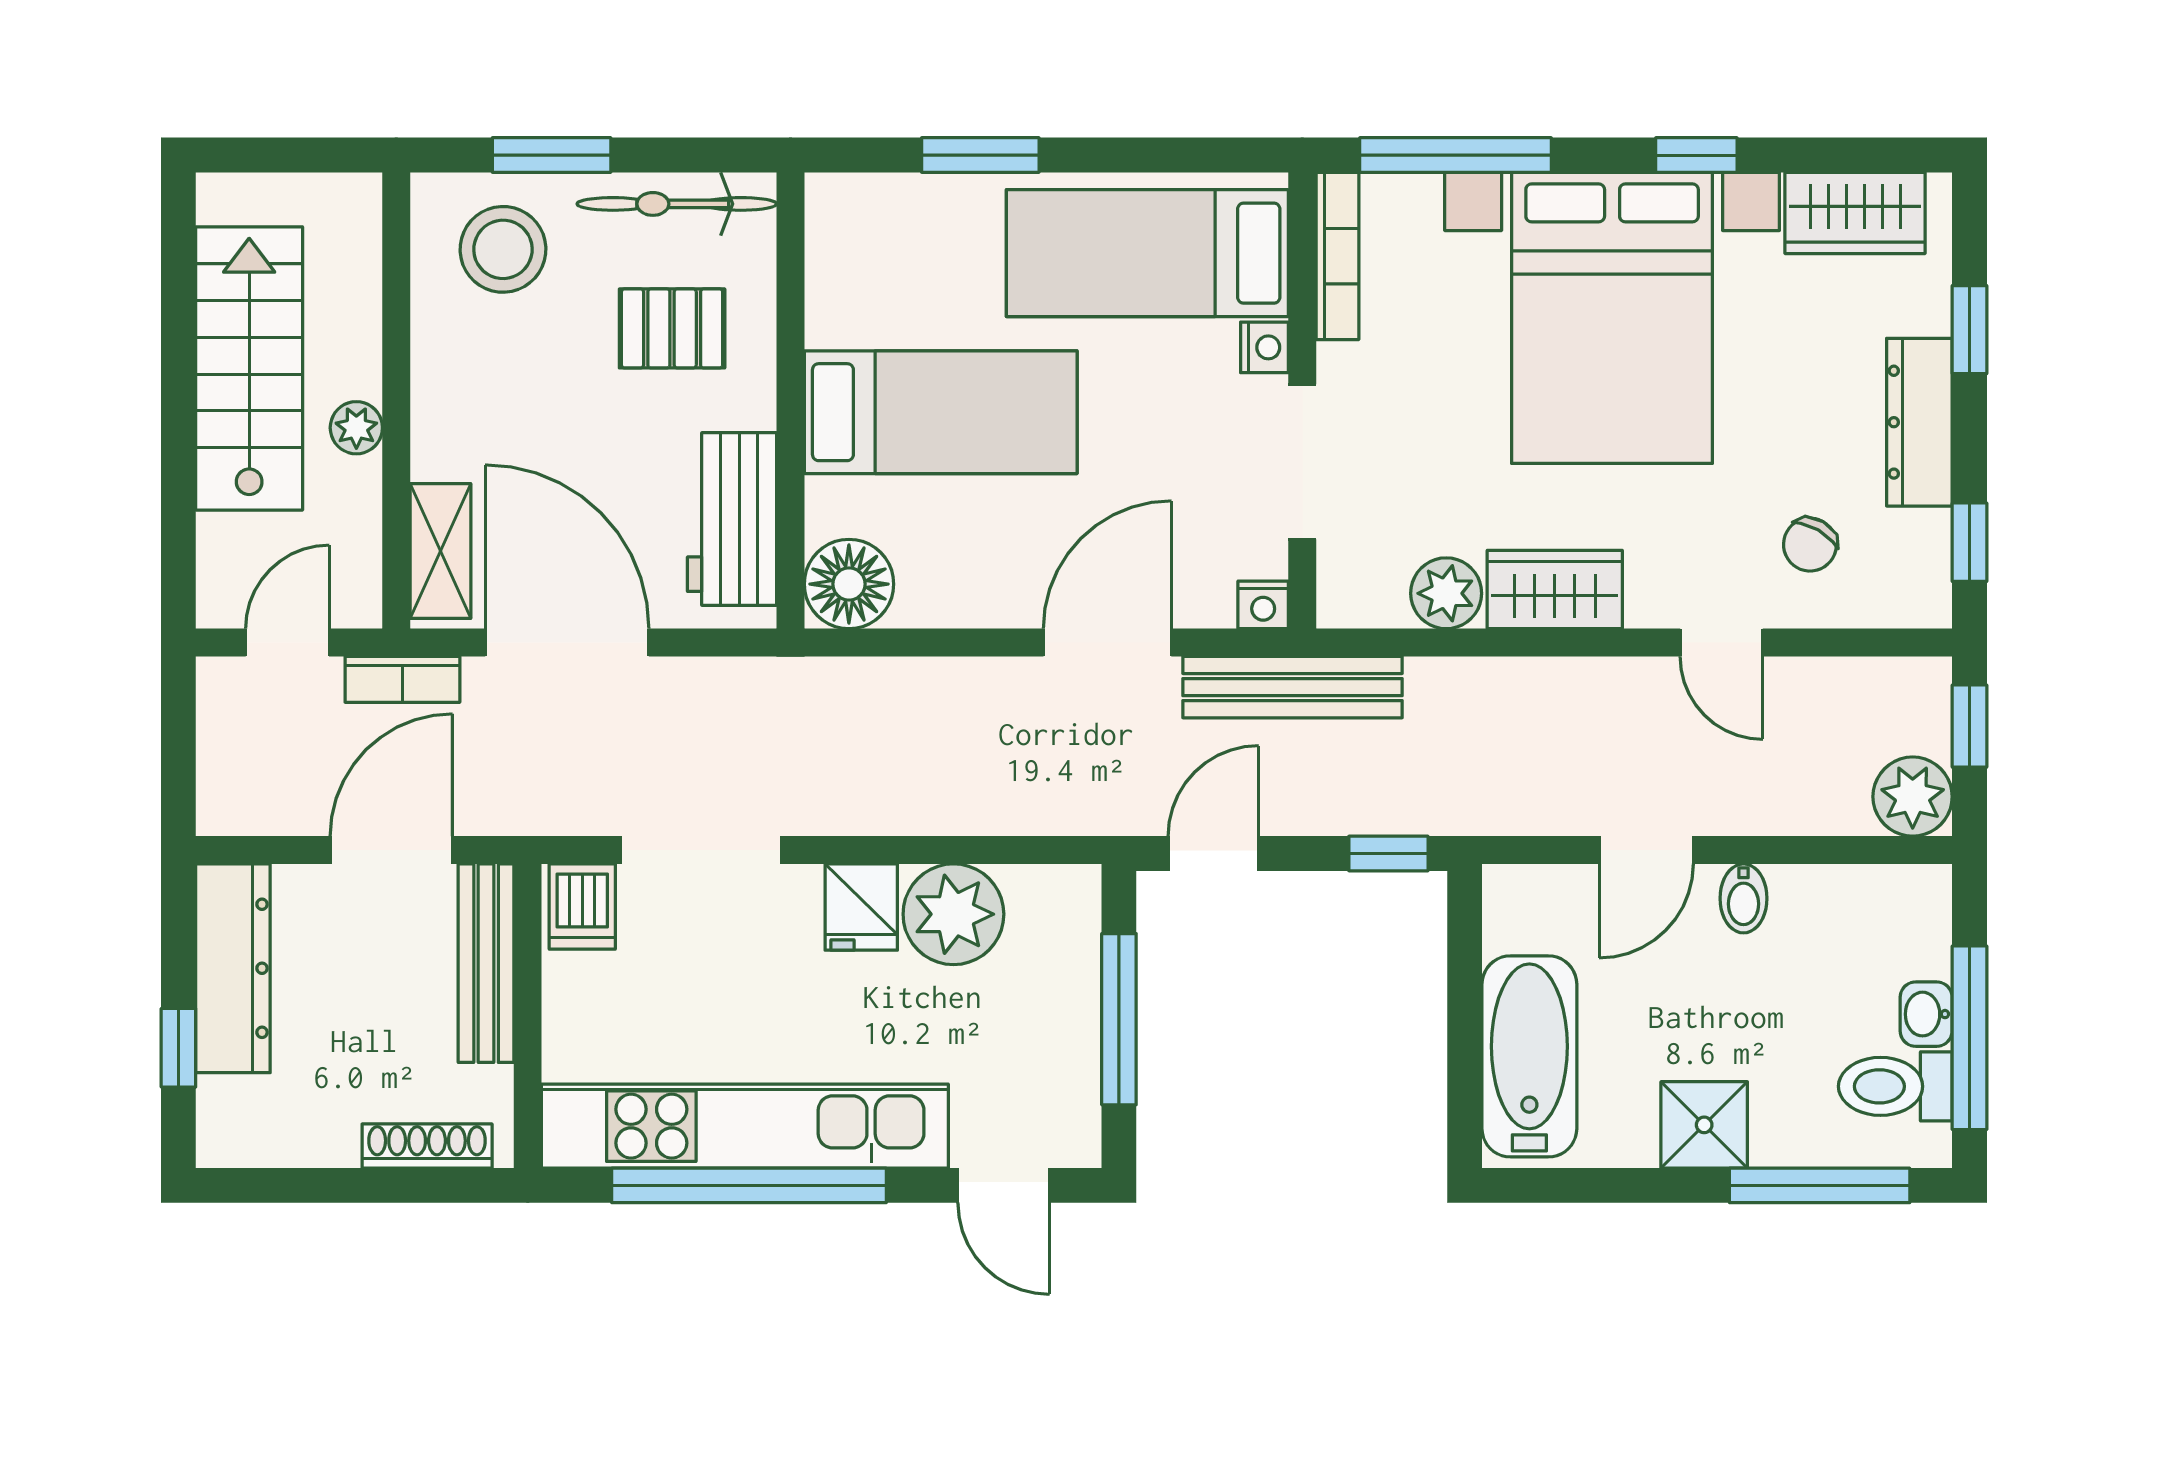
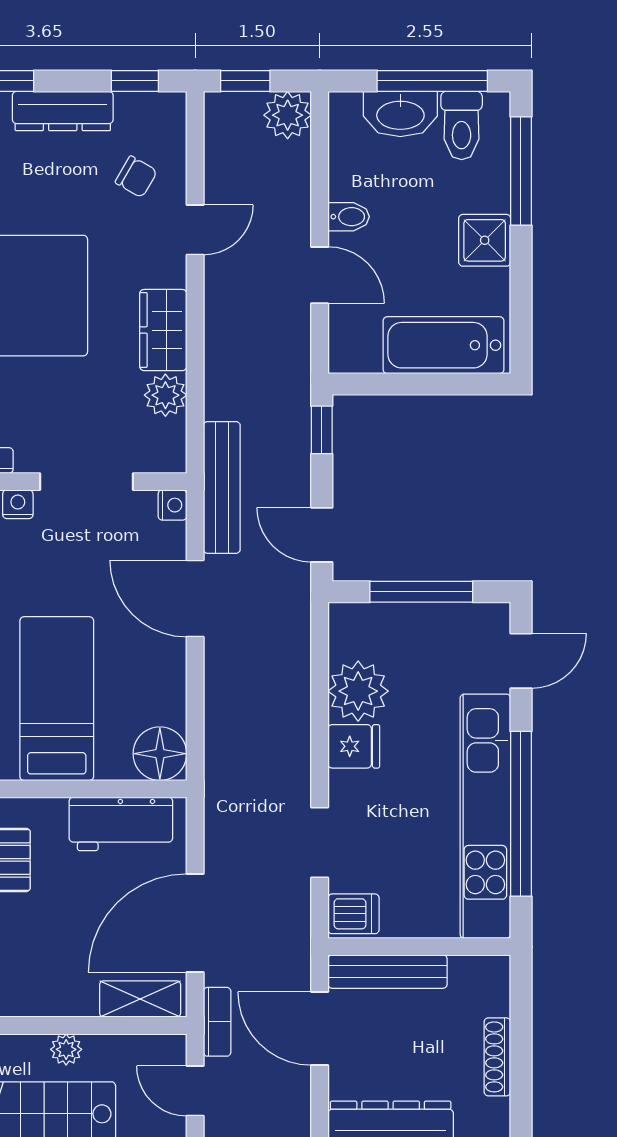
doorway: (701, 850) -> (320, 843), width x0.73
washbasin: (1926, 1014) -> (400, 114), width x1.91, depth x1.45
shoe rack: (427, 1146) -> (497, 1057), moved

